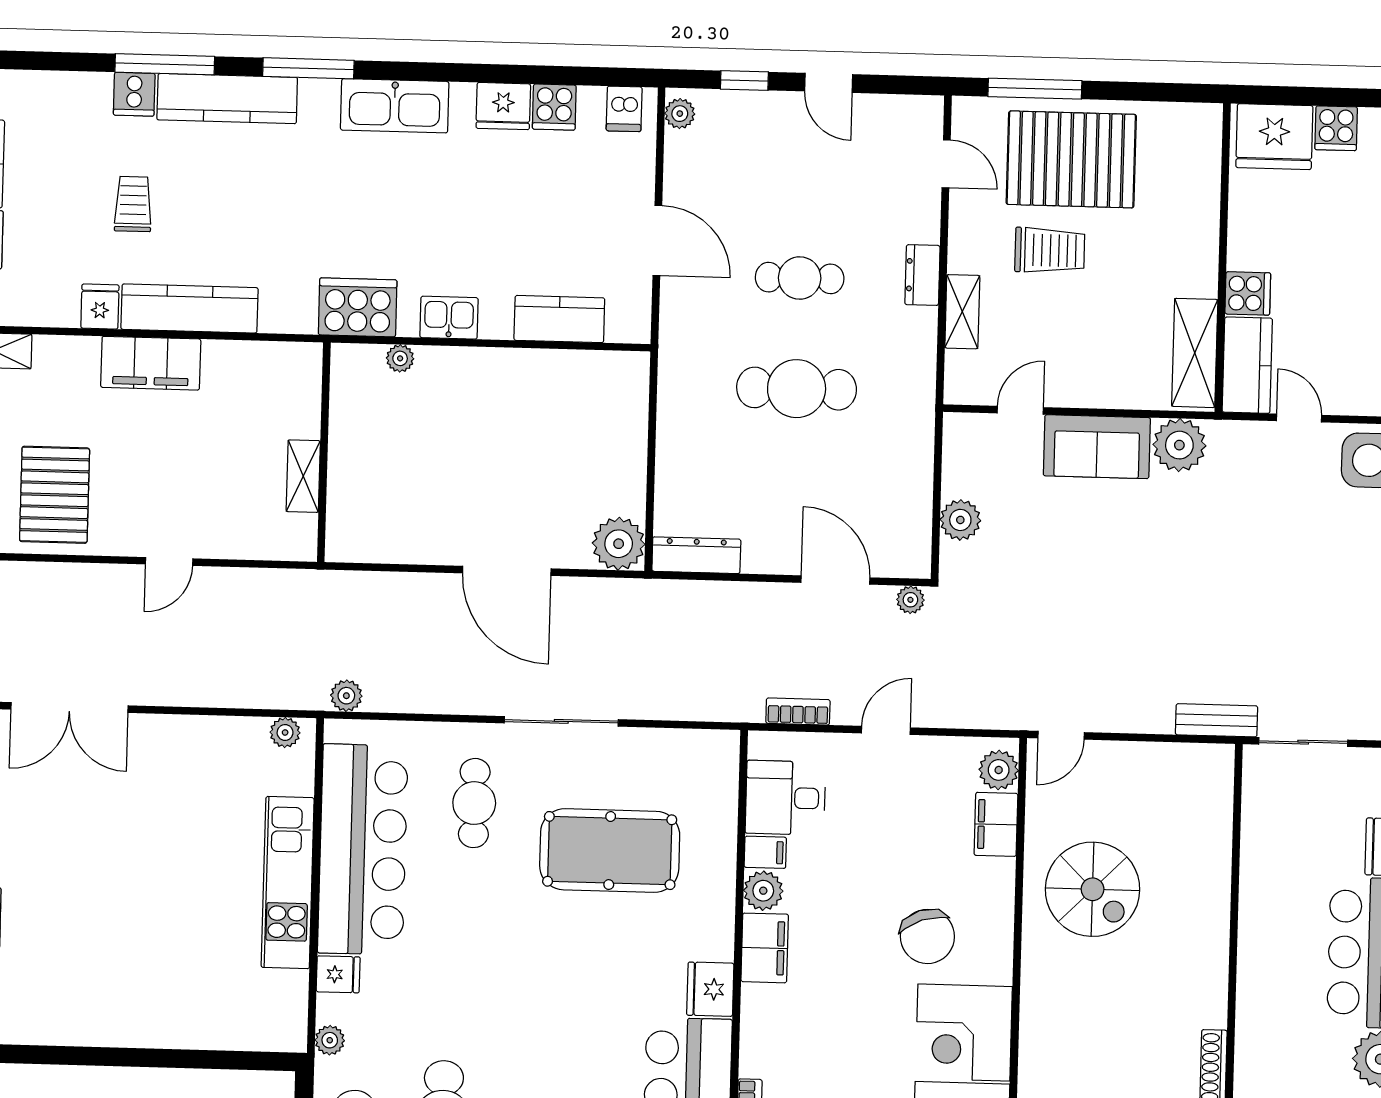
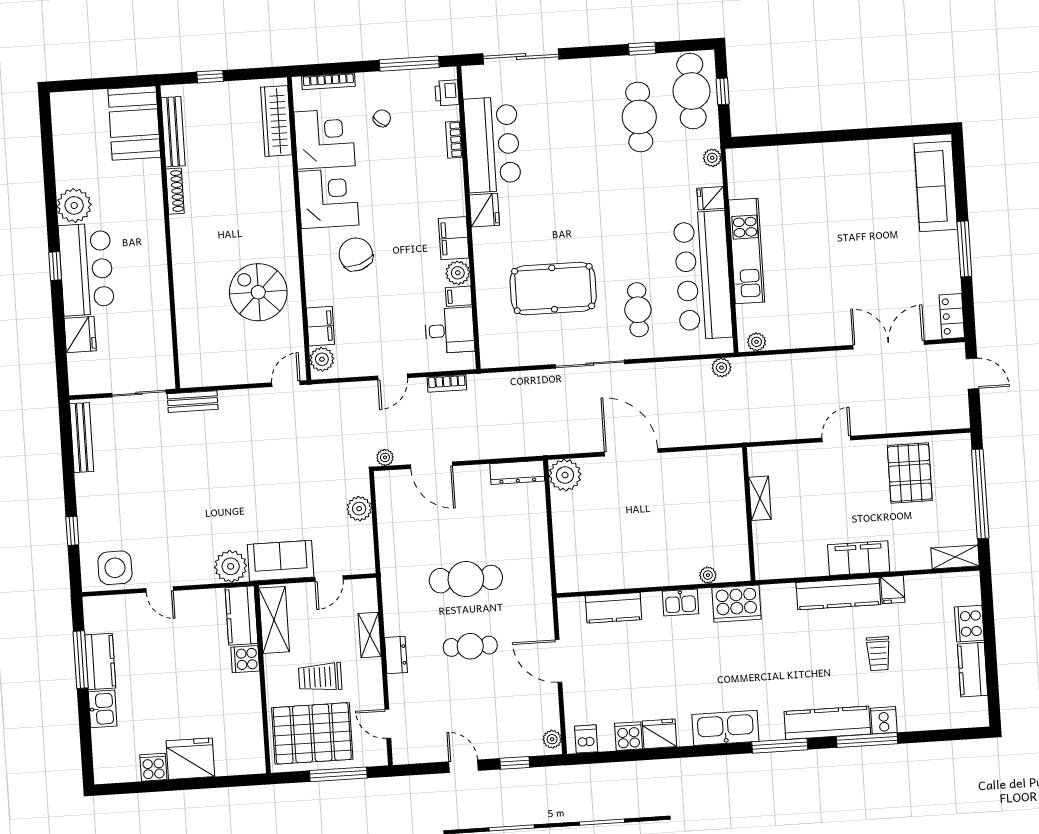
wall: (1223, 258) -> (262, 679), moved
cooker: (1248, 293) -> (245, 659), moved
shelving: (1195, 353) -> (274, 620), moved
kitchen counter: (1247, 365) -> (241, 616), moved

